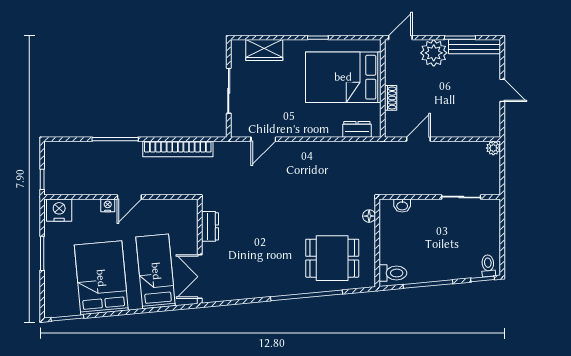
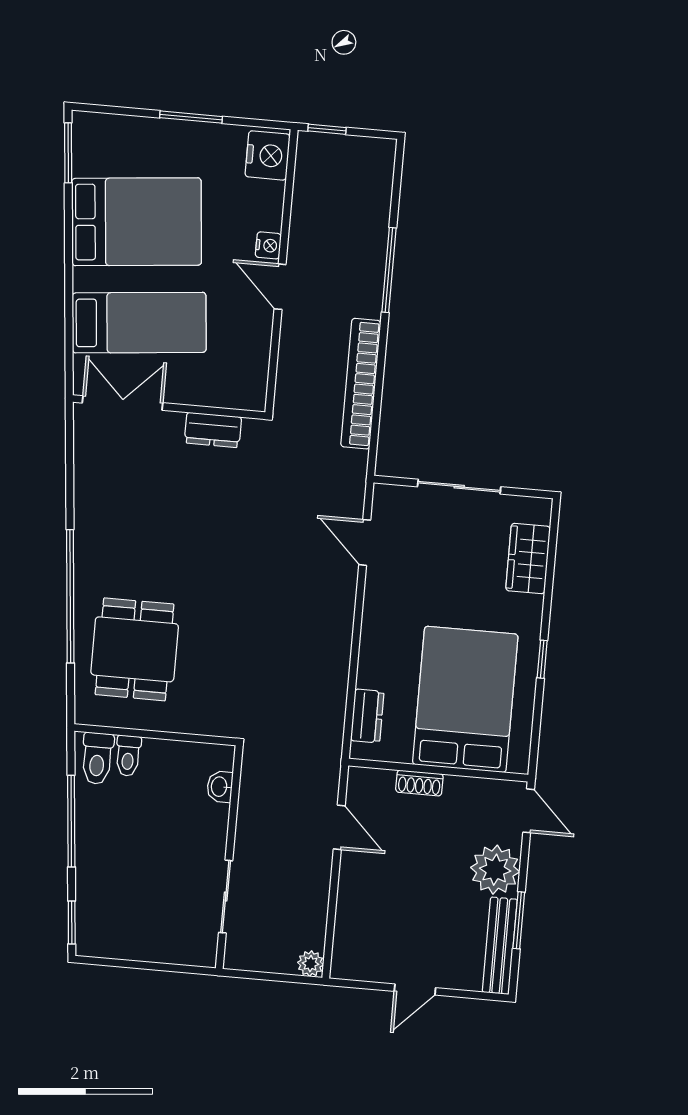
floor lamp: (369, 216) -> (206, 724), removed
toilet: (488, 266) -> (128, 756), moved, turned 95

